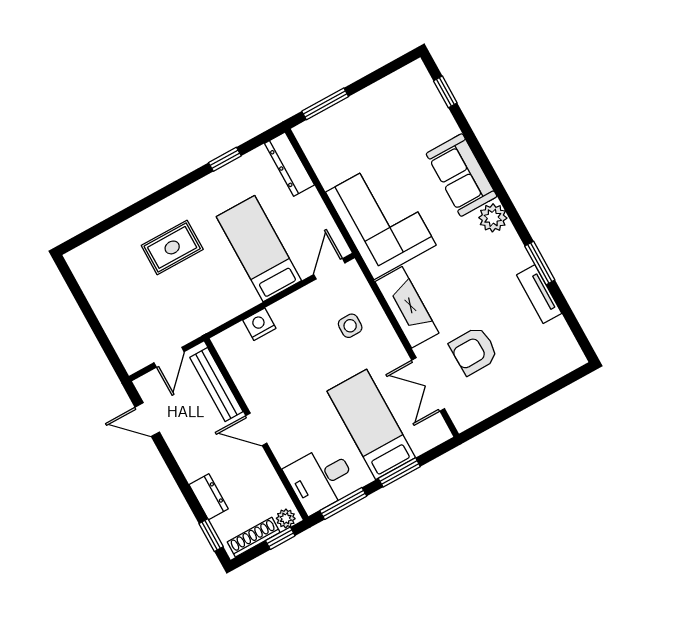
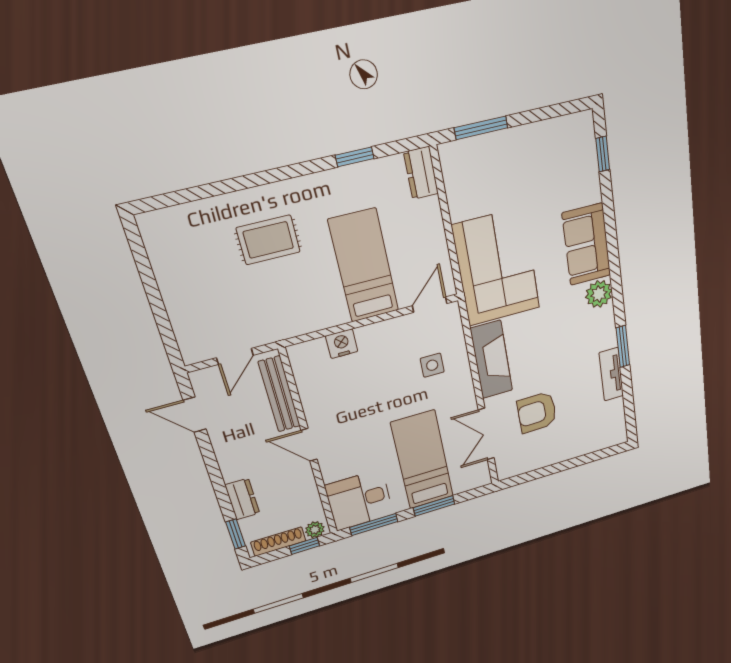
dresser: (289, 164) -> (421, 173), width x0.70

